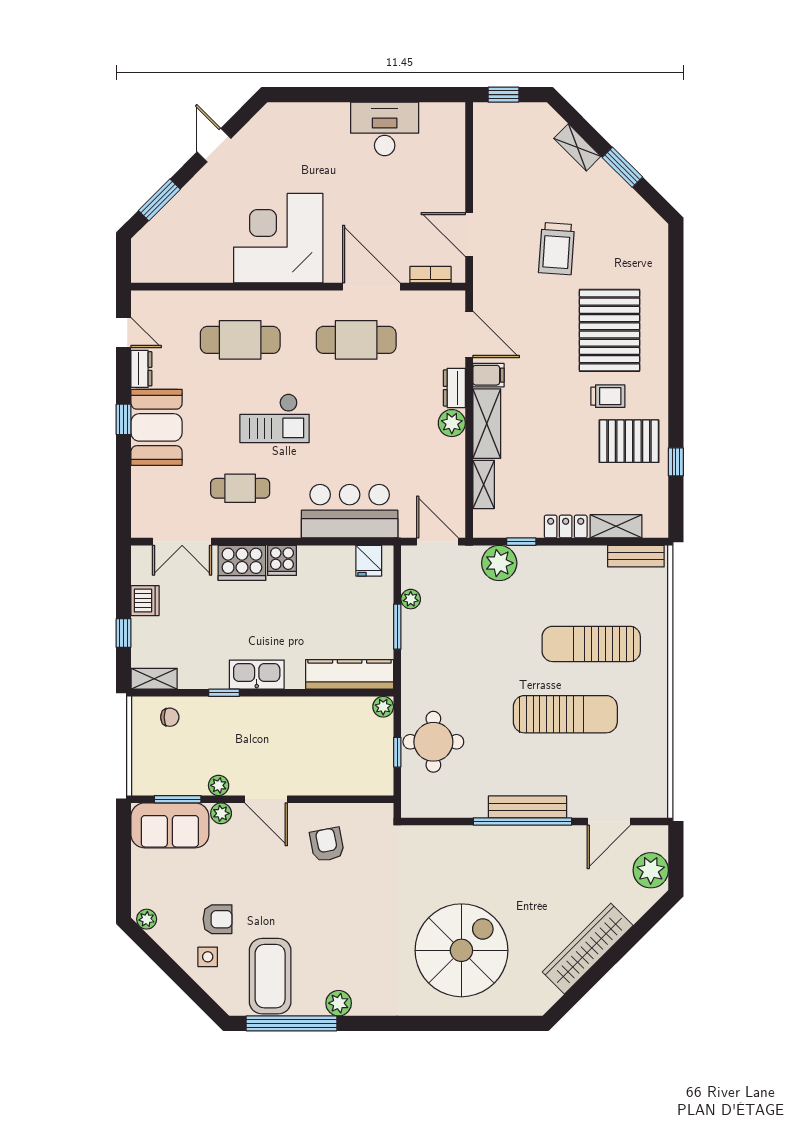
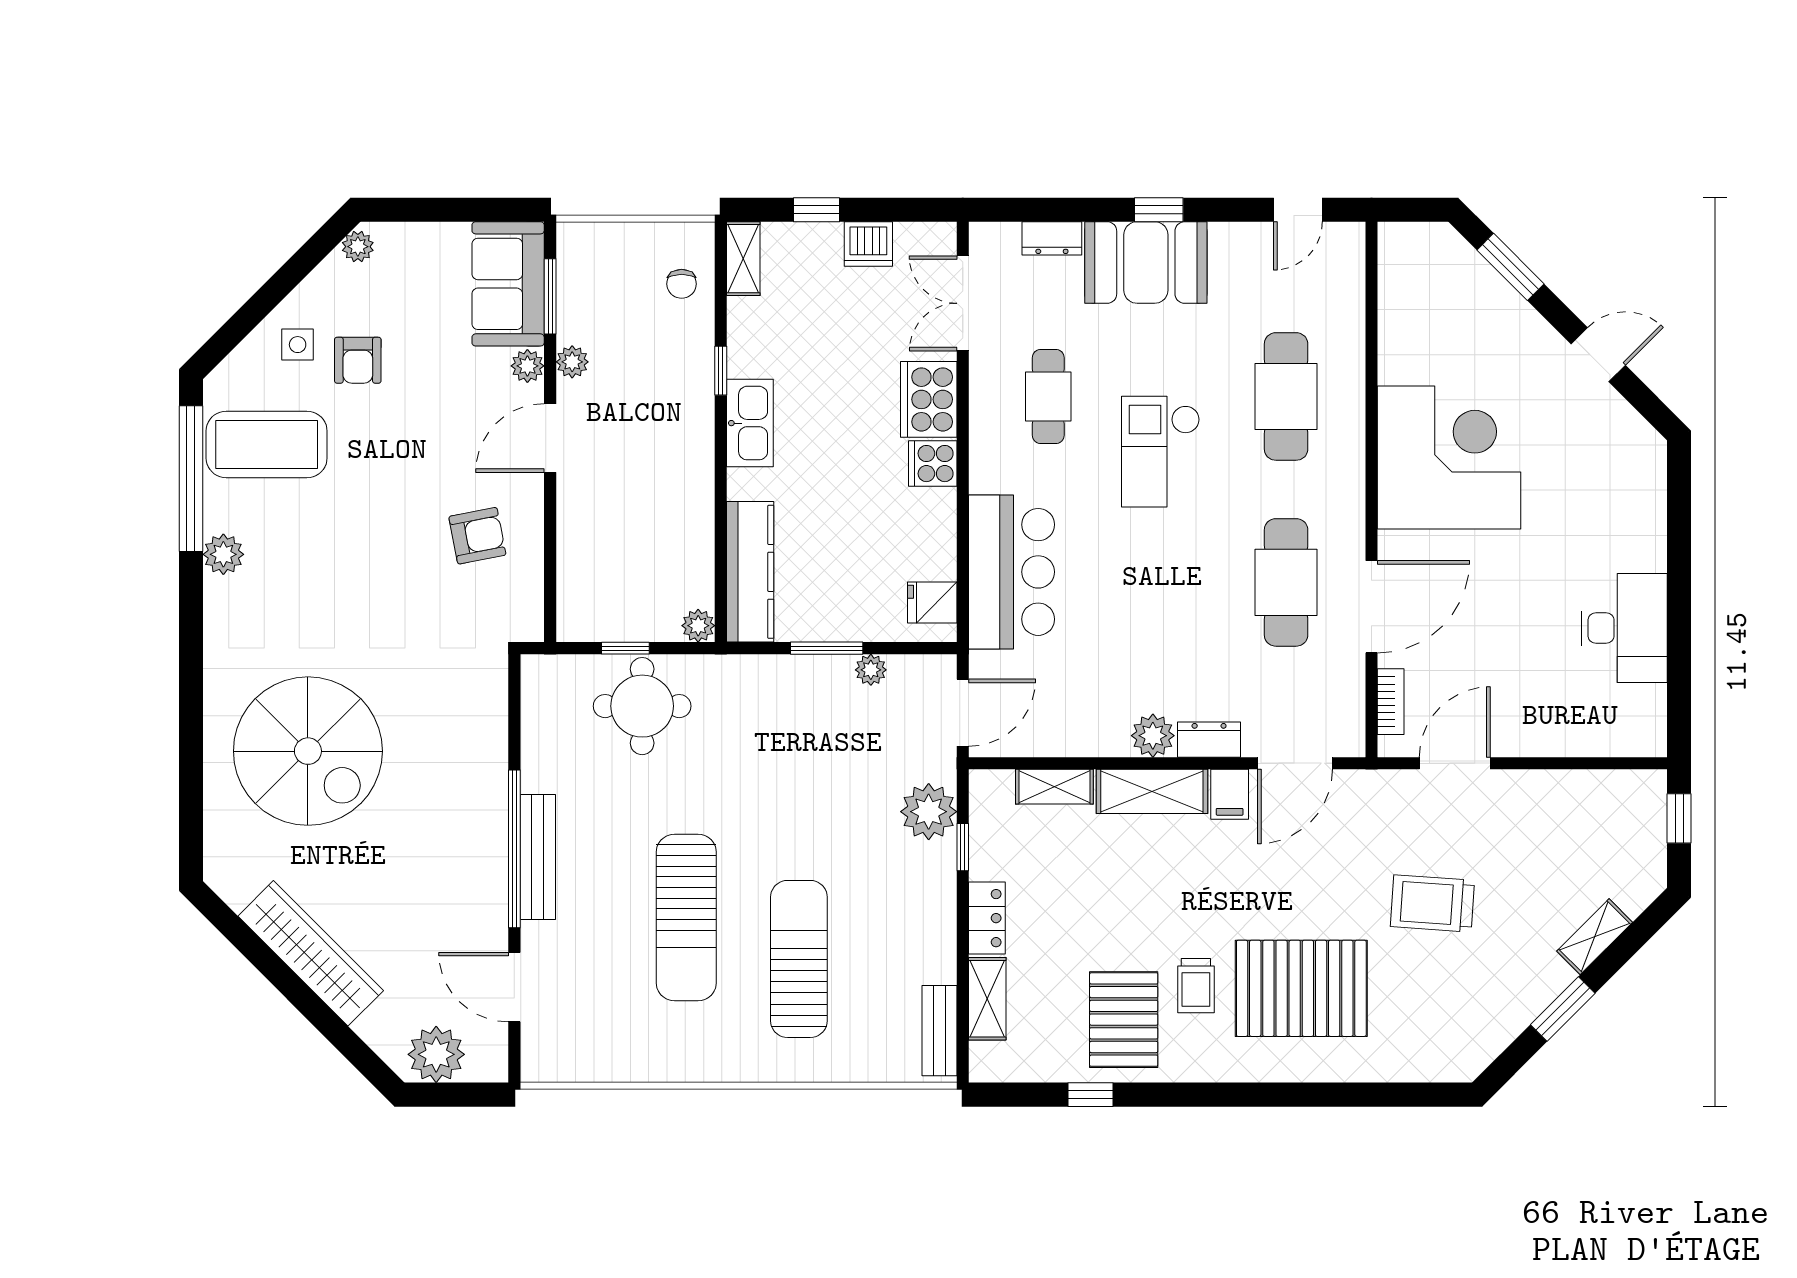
dresser: (141, 369) -> (1052, 238), moved

